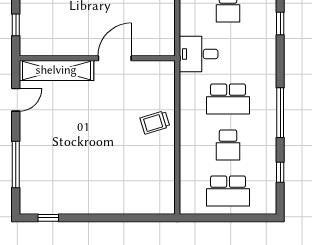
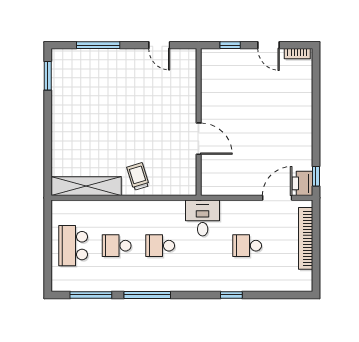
shelving: (56, 70) -> (86, 186), moved, turned 90
school desk: (228, 99) -> (160, 246), width x0.54
window: (280, 172) -> (91, 295), width x2.17
window: (48, 218) -> (48, 76), width x1.50

